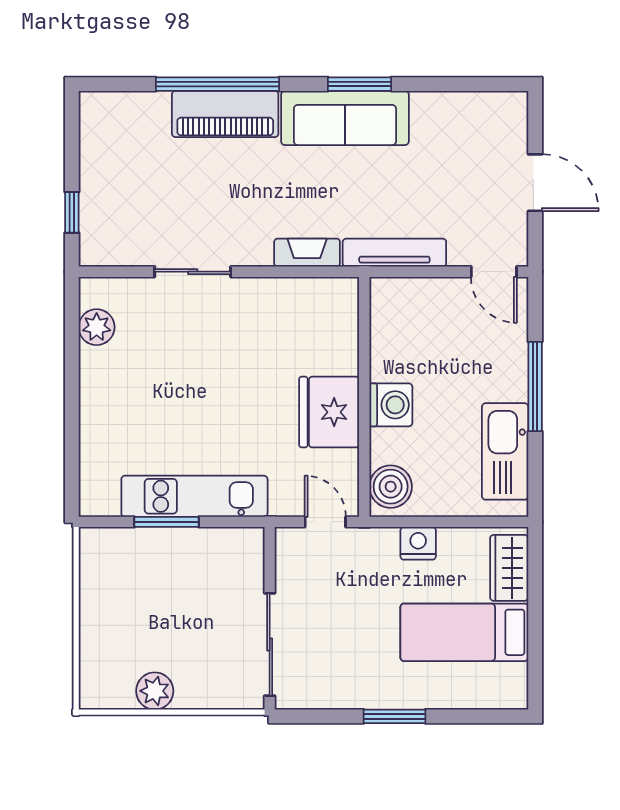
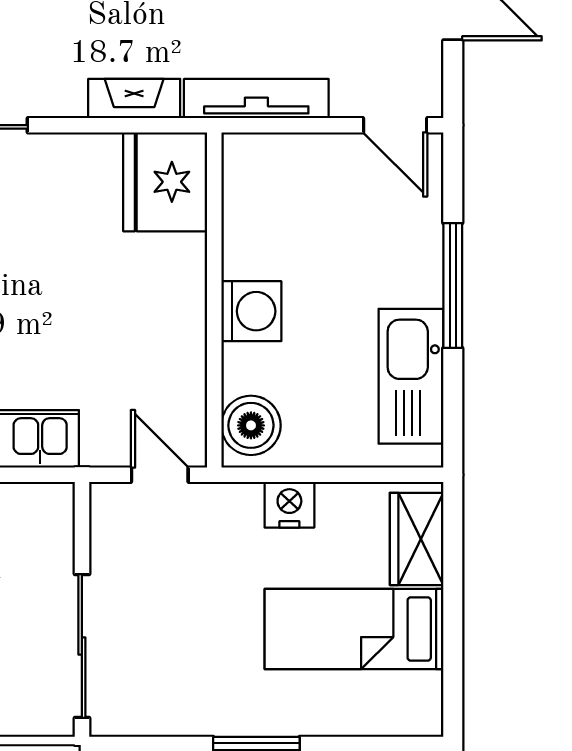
fridge: (329, 412) -> (165, 182), moved

